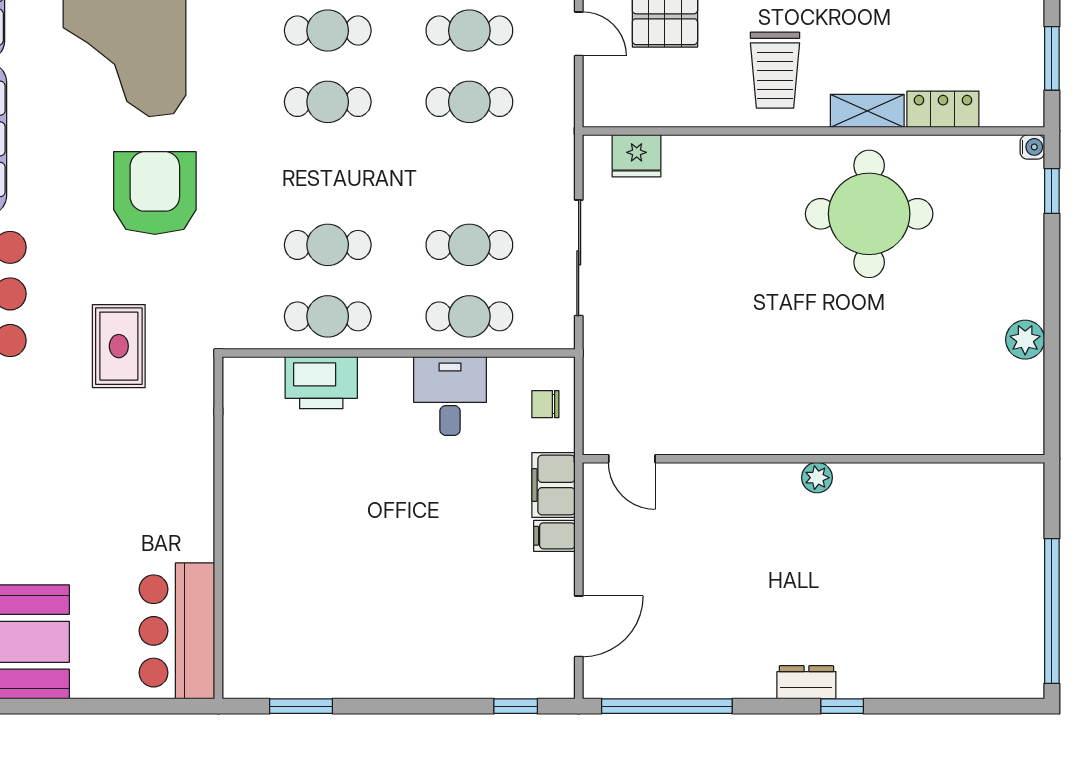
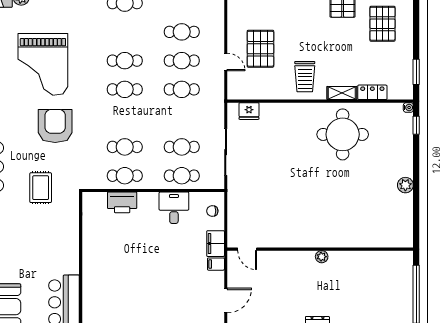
door: (632, 459) -> (247, 249), moved
wall: (813, 459) -> (320, 249), moved
plant: (817, 478) -> (322, 257), moved

